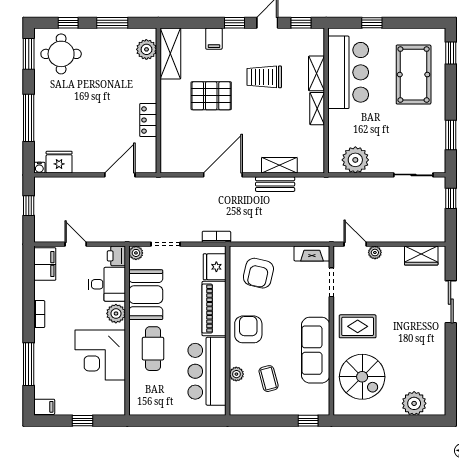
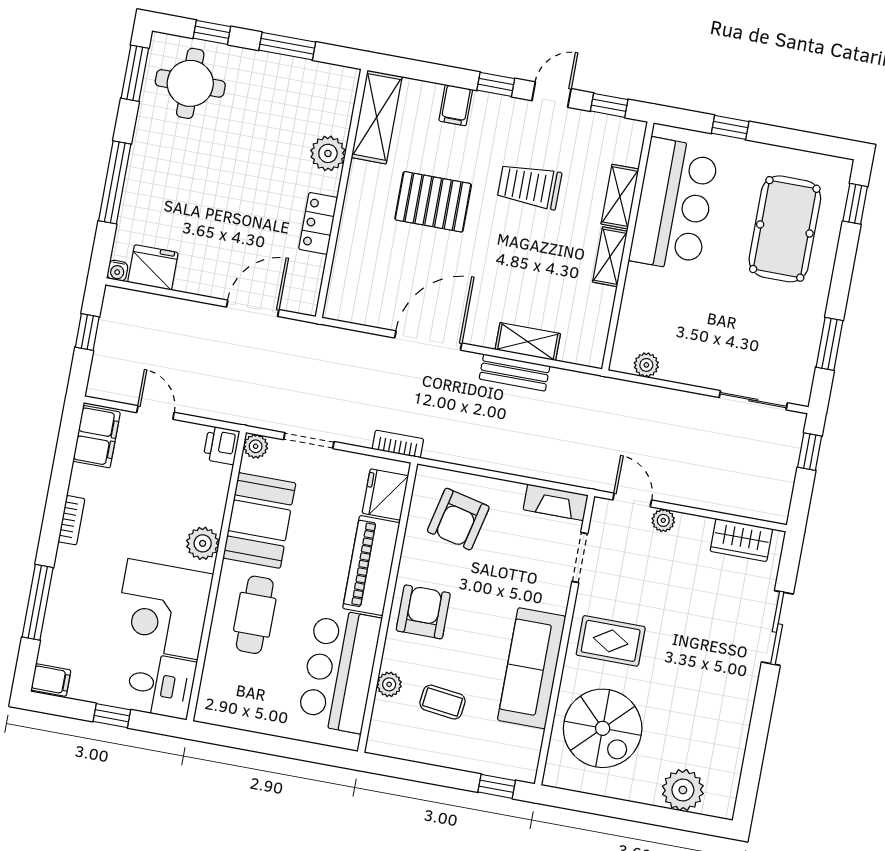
plant: (146, 49) -> (328, 153), moved
plant: (355, 160) -> (646, 365), width x0.53, depth x0.53
desk: (107, 284) -> (161, 685), moved
coffee table: (269, 379) -> (442, 702), turned -68

